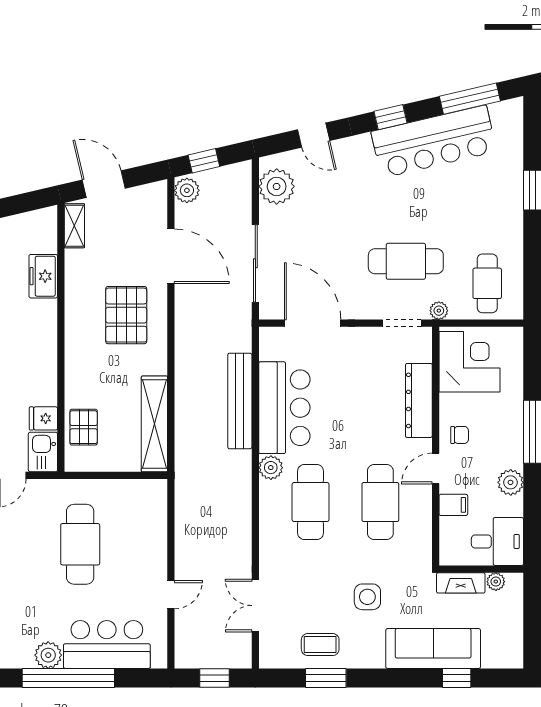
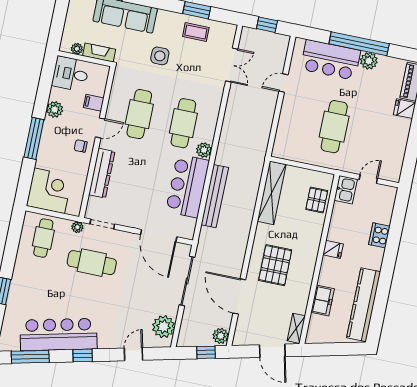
door: (314, 135) -> (133, 354), hinge flipped
corner desk: (469, 362) -> (49, 191), moved, turned 180
fridge: (43, 418) -> (333, 249), moved

